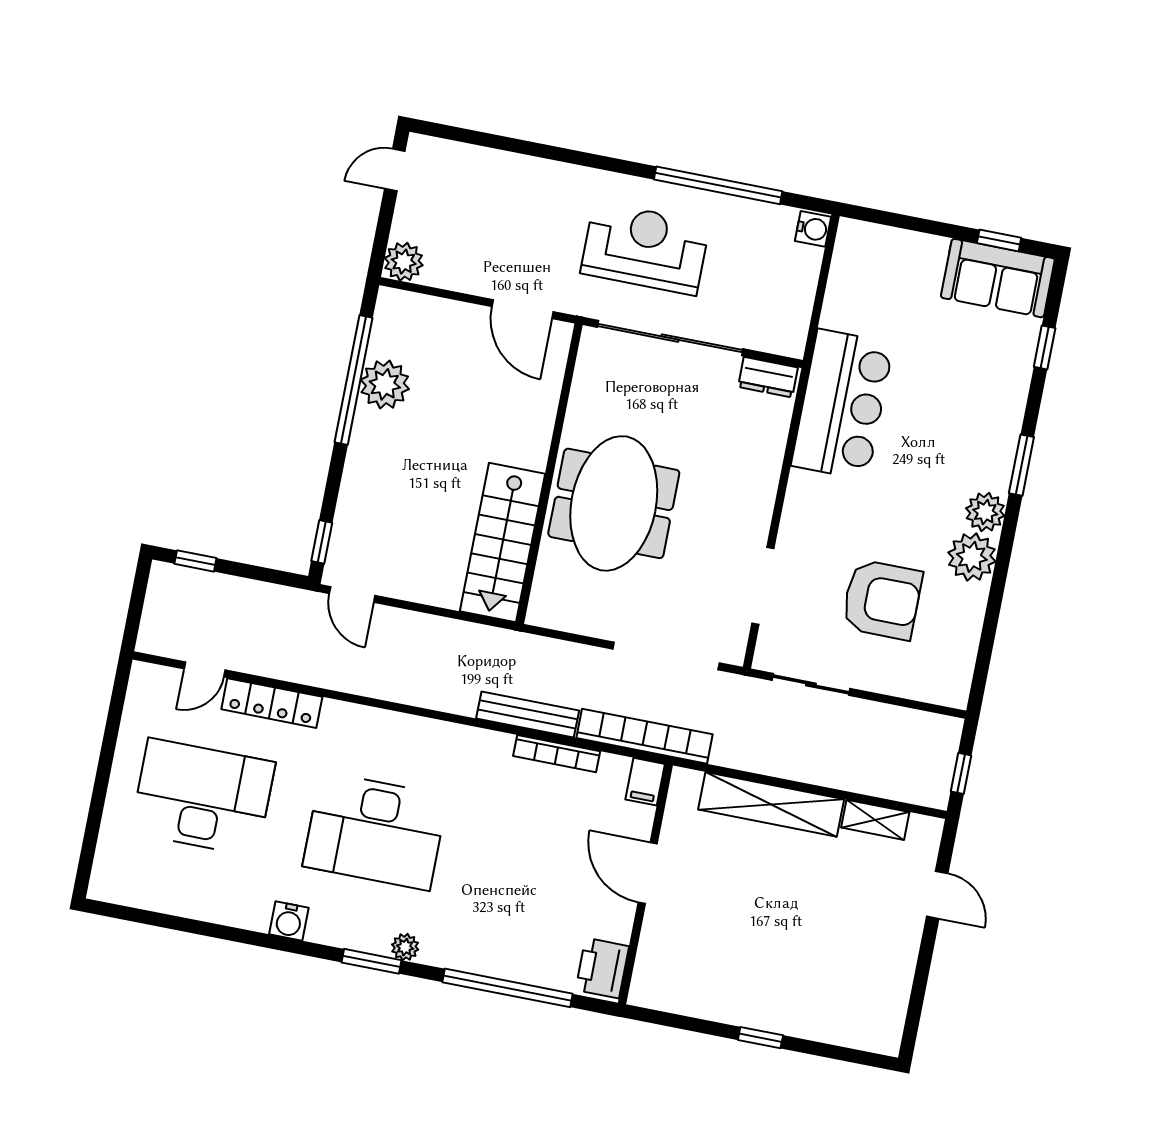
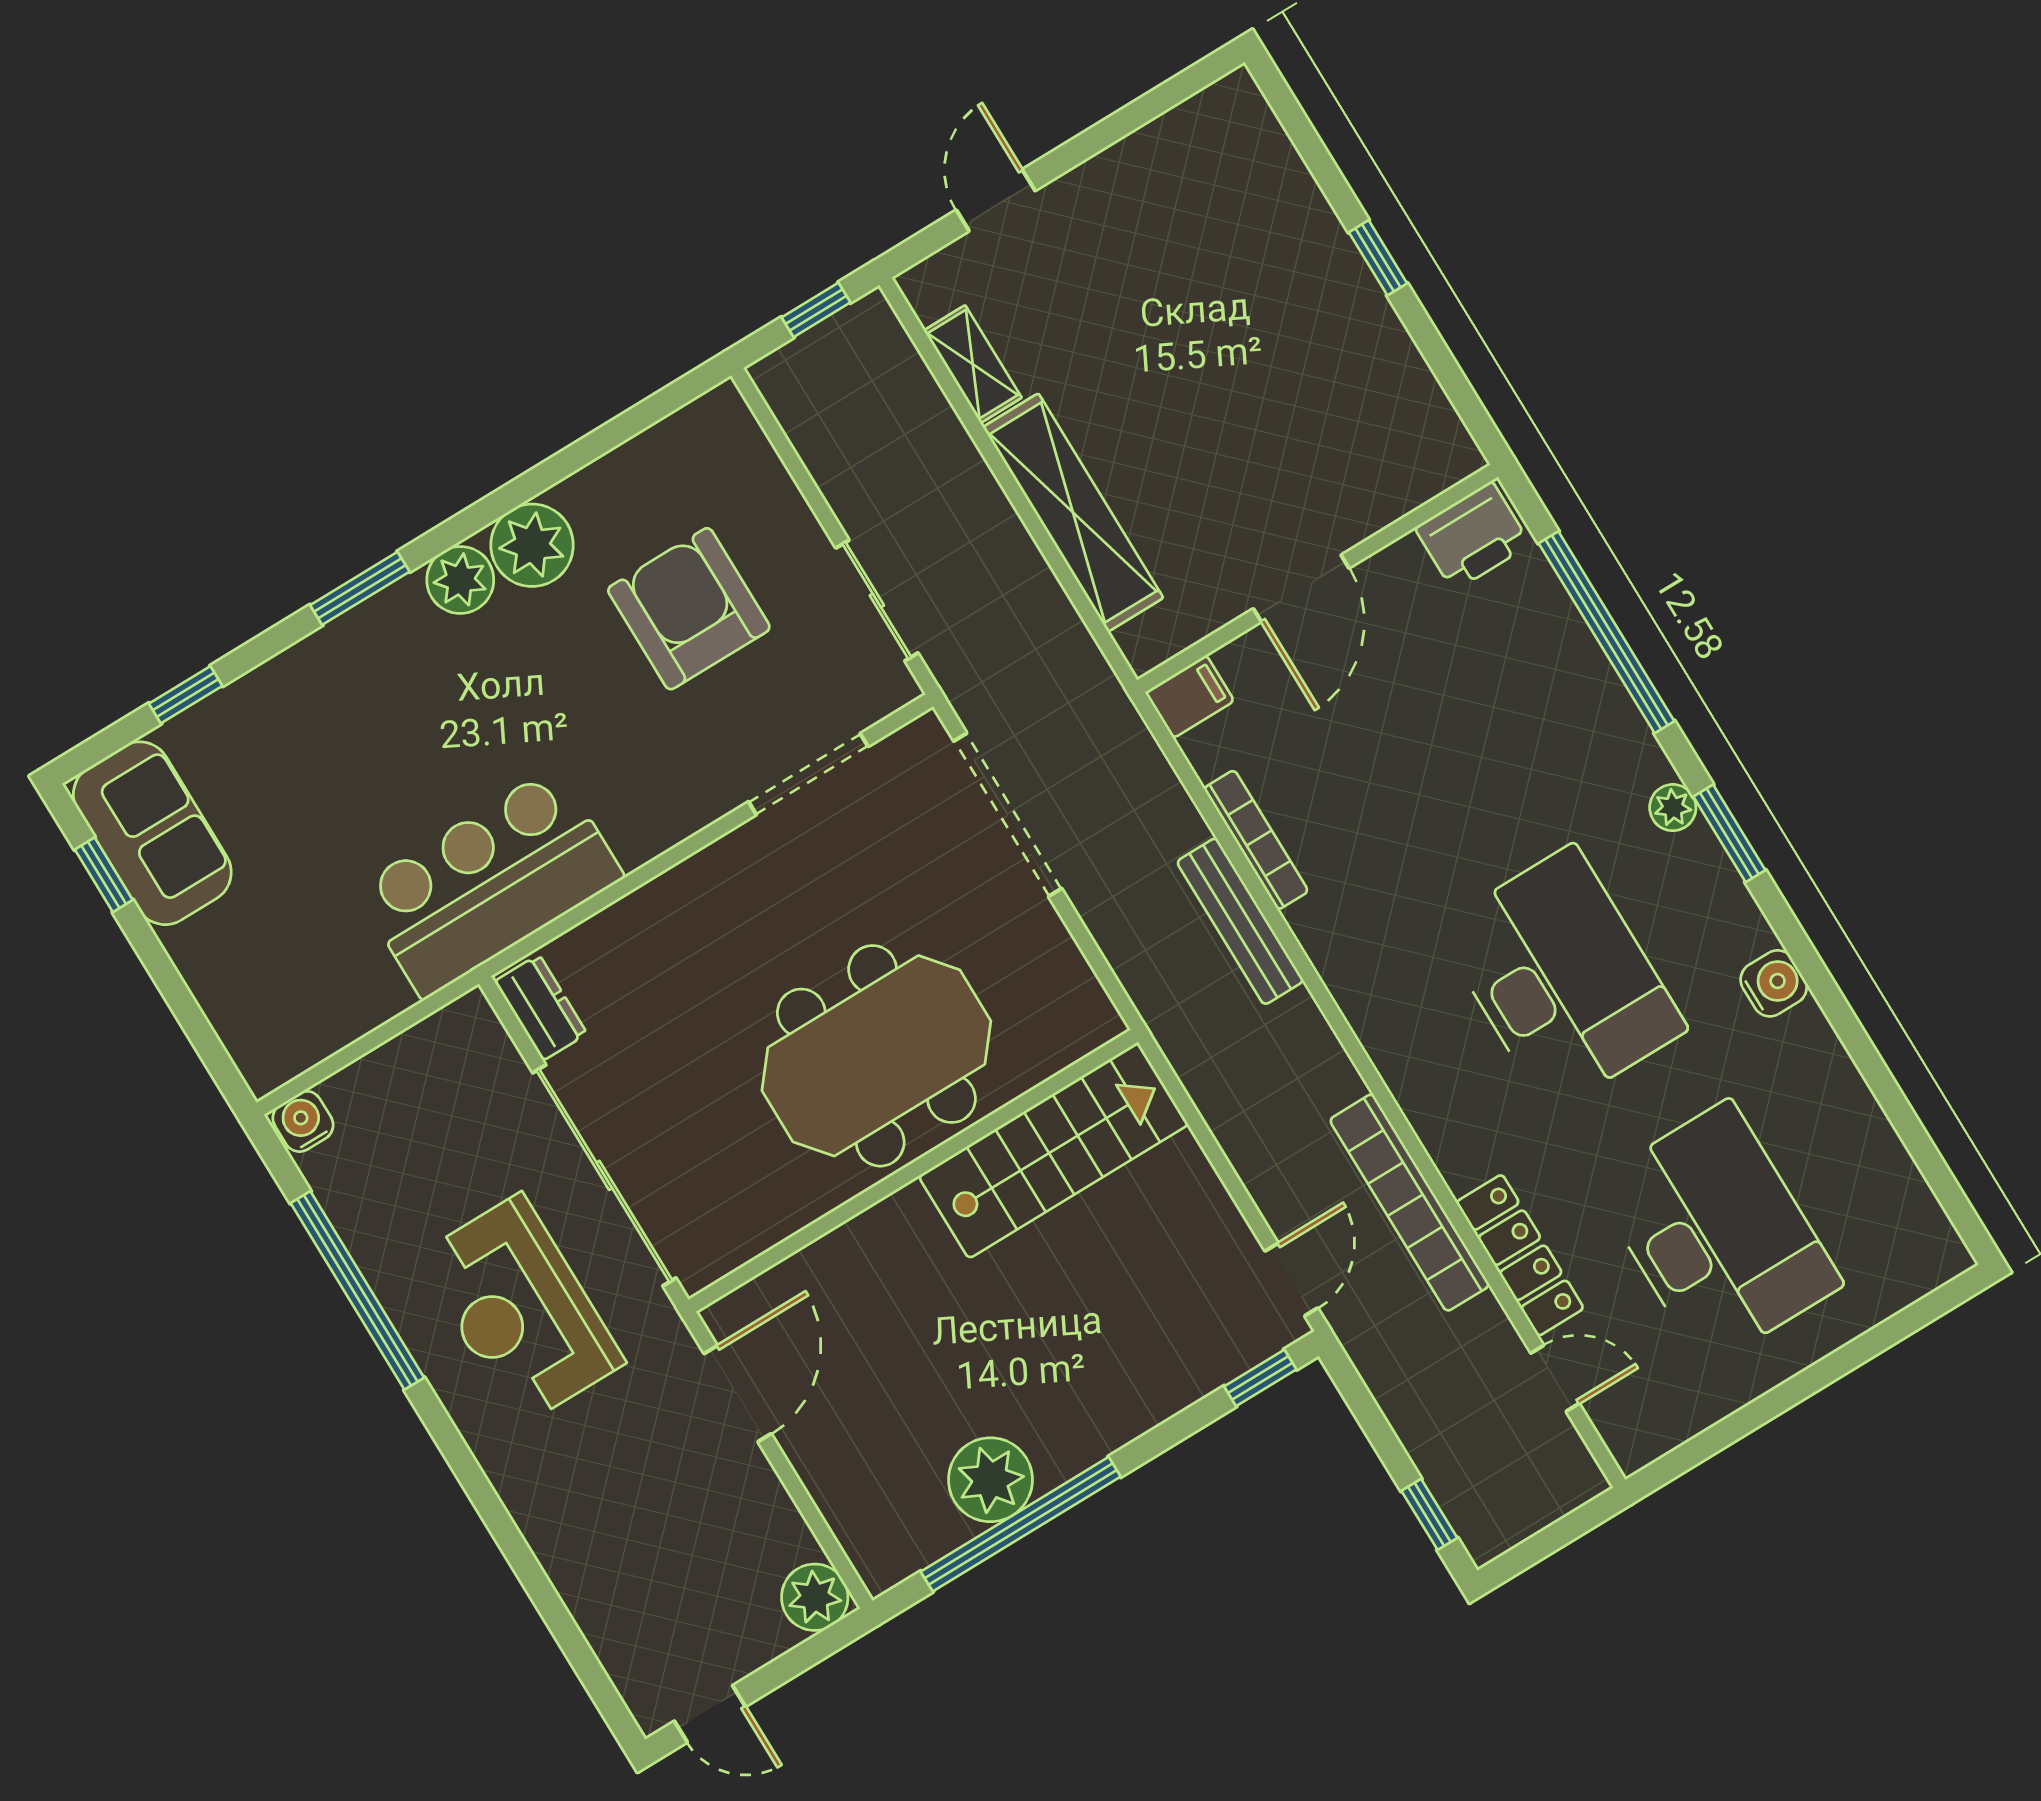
bookcase: (644, 736) -> (1410, 1203), moved
desk: (203, 797) -> (1717, 1234), turned 180

